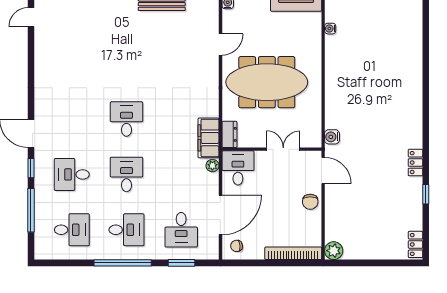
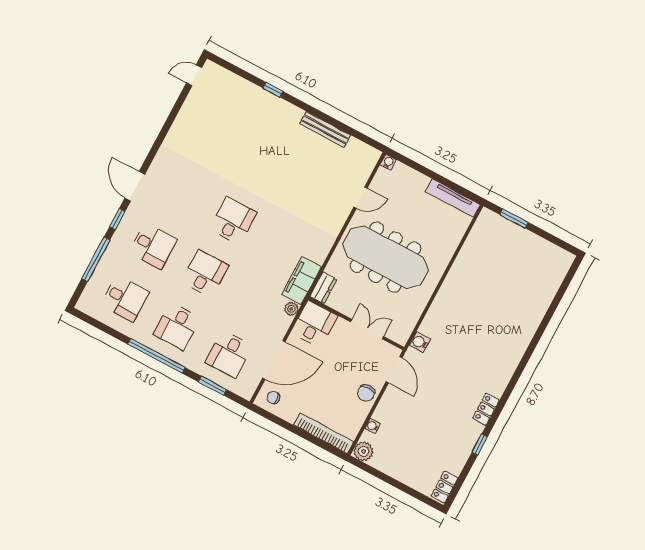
water cooler: (330, 29) -> (373, 426), moved
desk: (72, 174) -> (153, 246), turned 180
desk: (126, 230) -> (177, 326), turned 90

